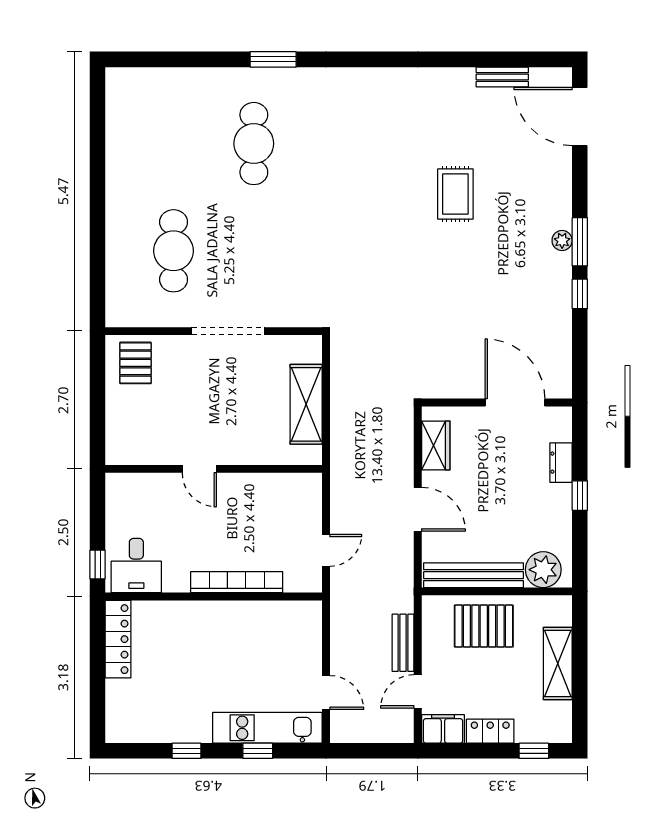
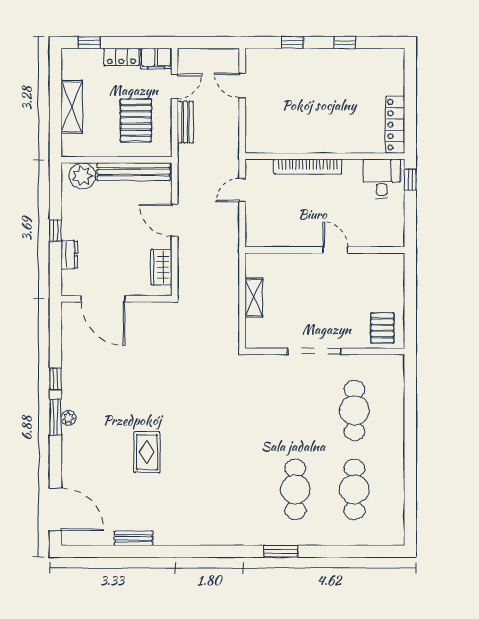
bench: (502, 77) -> (133, 538), moved
cafe table: (174, 144) -> (354, 489), added
shelving: (306, 404) -> (254, 297), width x0.67, depth x0.75
pallet: (484, 626) -> (136, 120), moved, turned 90
kitchen unit: (267, 728) -> (285, 59), removed

